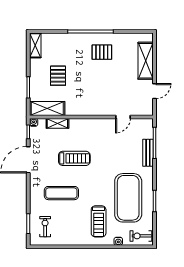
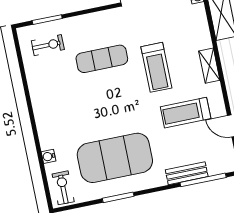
shelving: (57, 123) -> (209, 66), moved
exercise mat: (61, 193) -> (102, 59), turned 90
treadmill: (99, 221) -> (186, 113), moved

